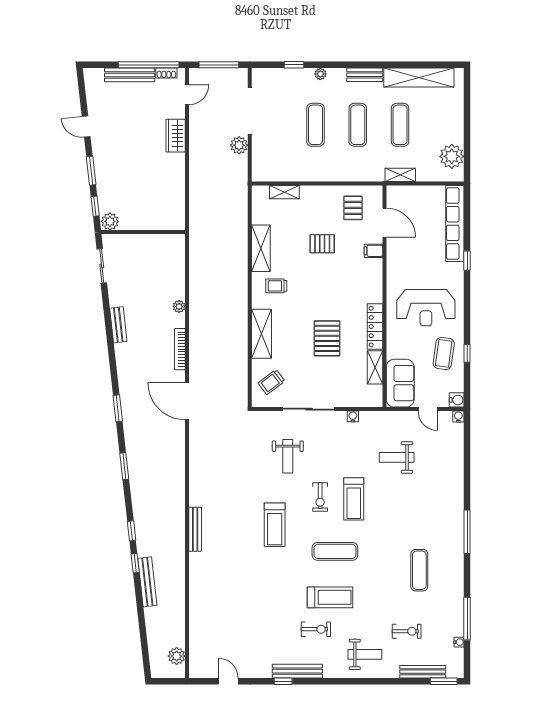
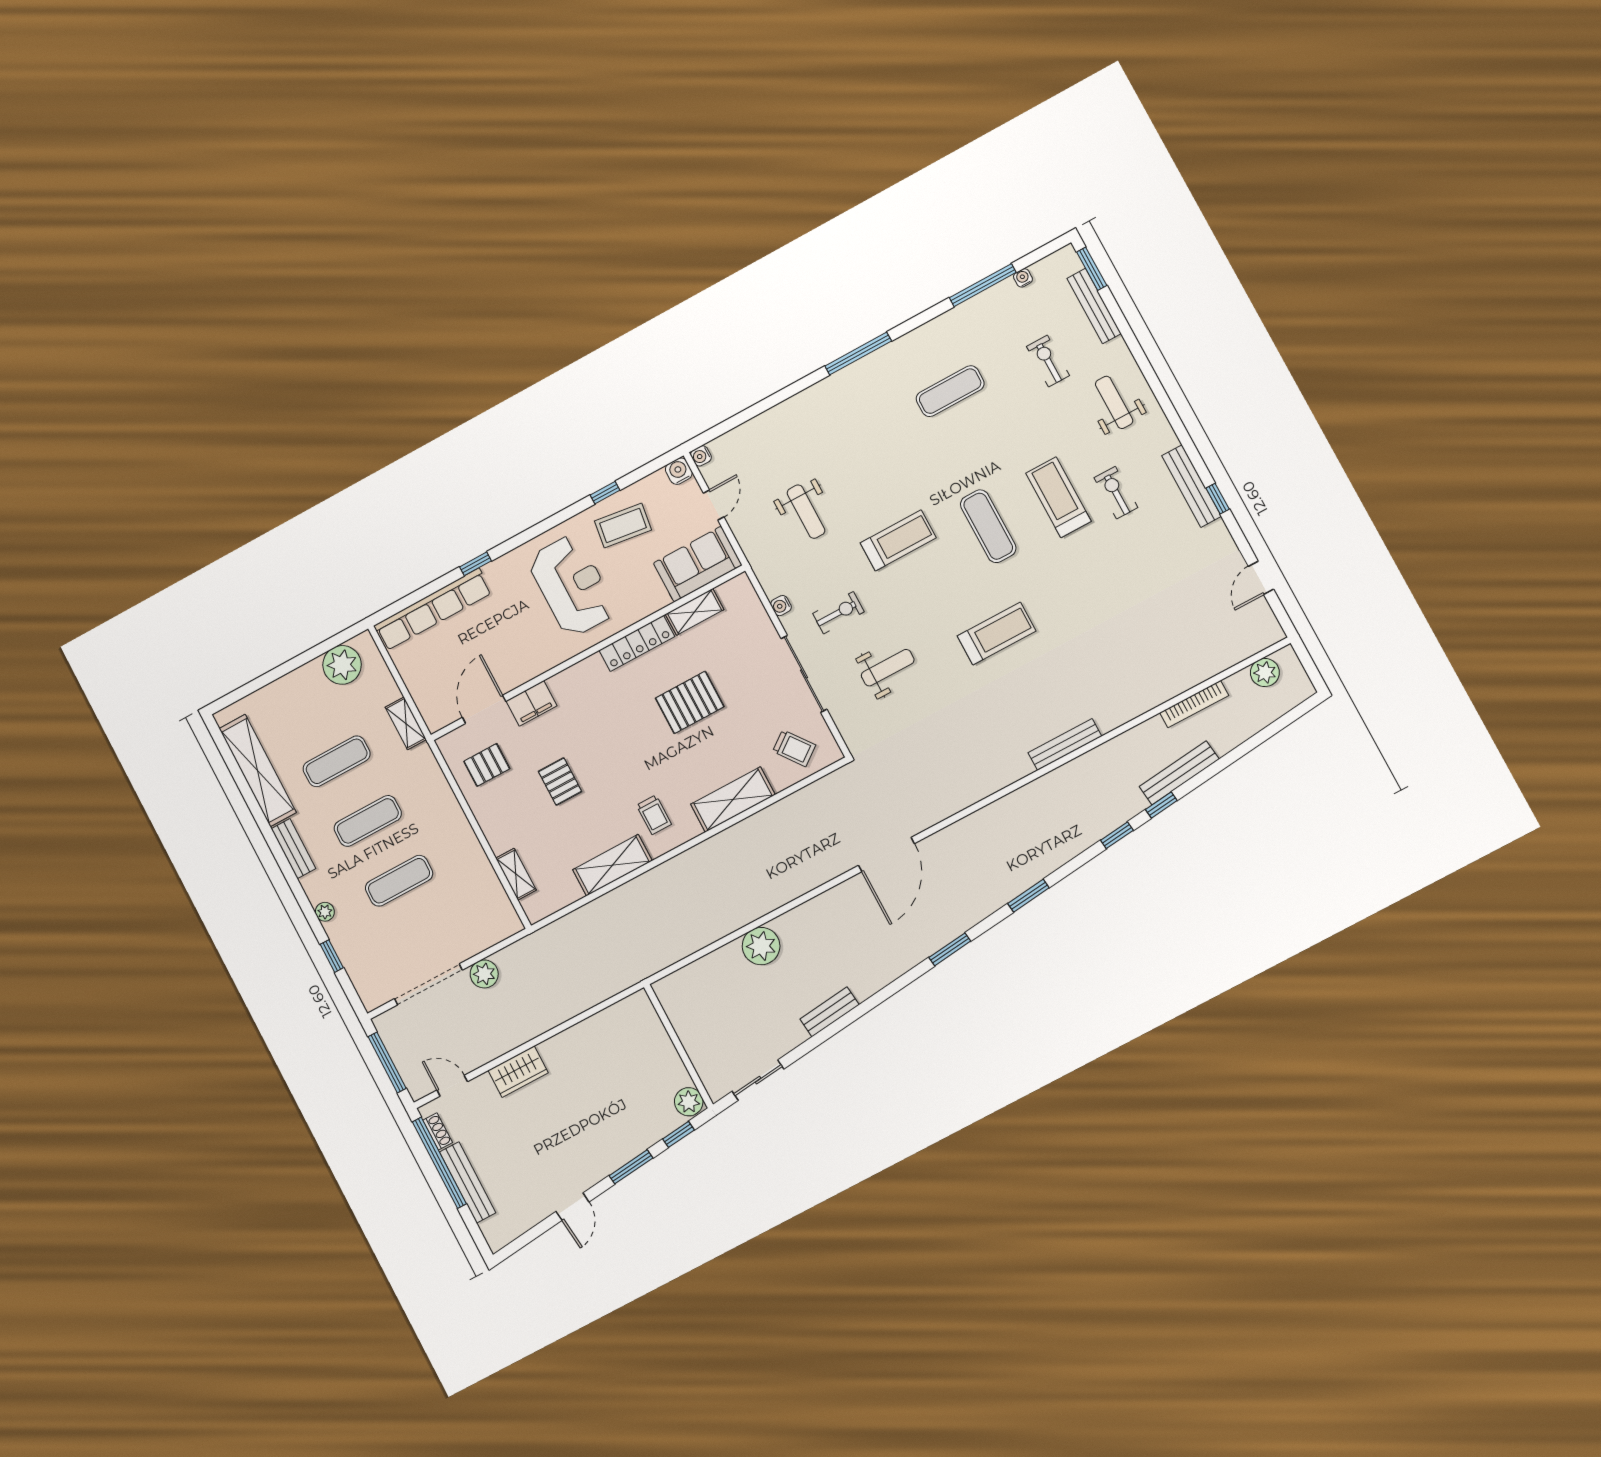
filing cabinet: (373, 251) -> (532, 703), width x2.00
plant: (179, 306) -> (761, 946), width x1.88, depth x1.88
bookcase: (180, 349) -> (1194, 704), moved
exercise bike: (320, 497) -> (838, 613), moved

